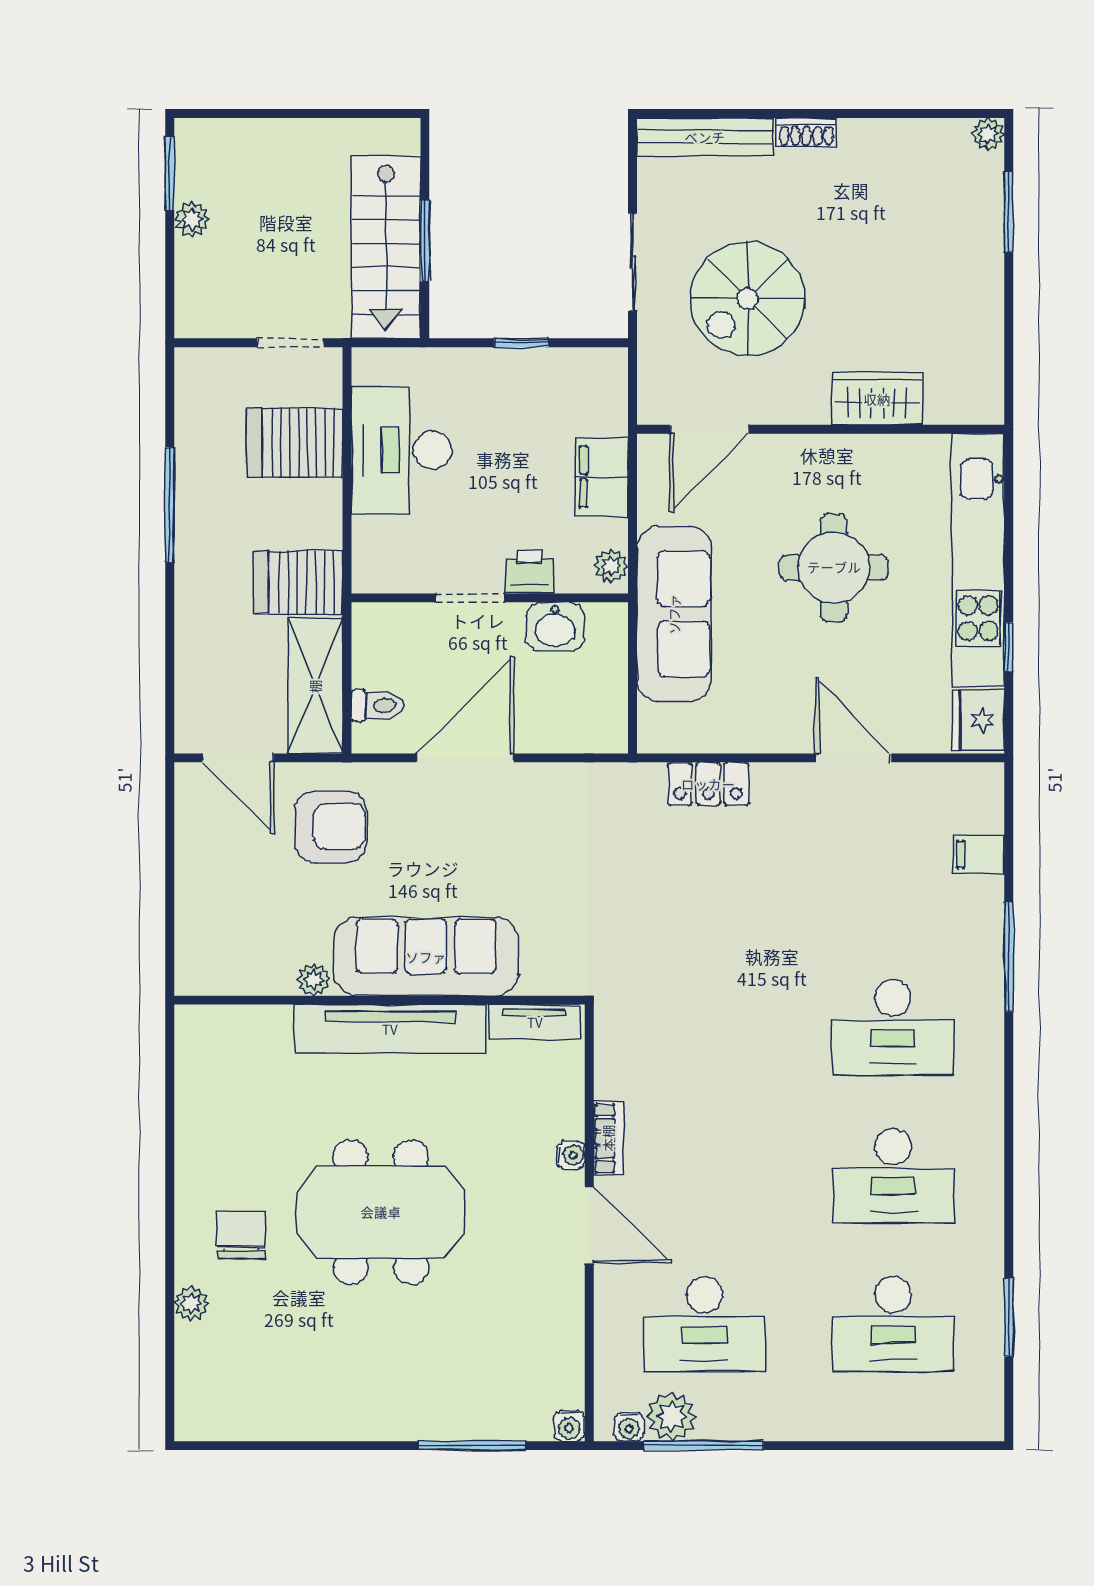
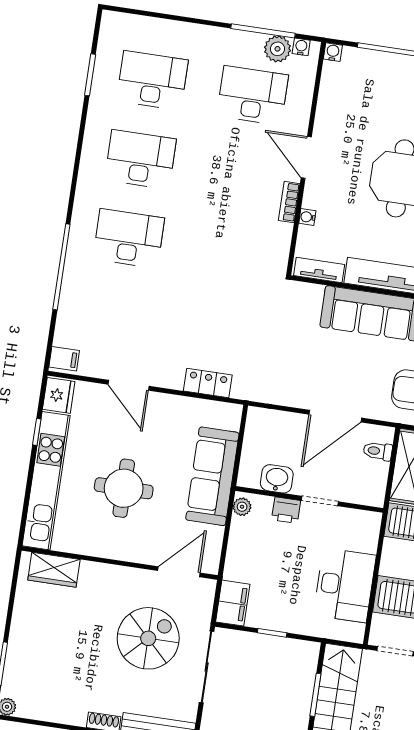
sliding door: (632, 262) -> (207, 667), width x1.37
wardrobe: (877, 399) -> (54, 570), moved
filing cabinet: (602, 477) -> (233, 603), moved
filing cabinet: (979, 855) -> (64, 359), moved
window: (1009, 957) -> (61, 267), width x1.46
water cooler: (571, 1155) -> (307, 217), moved

